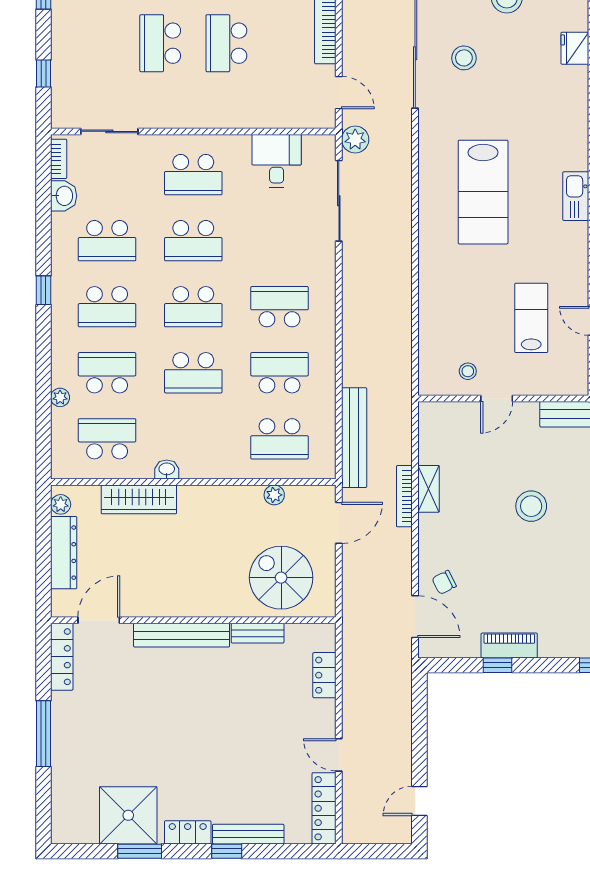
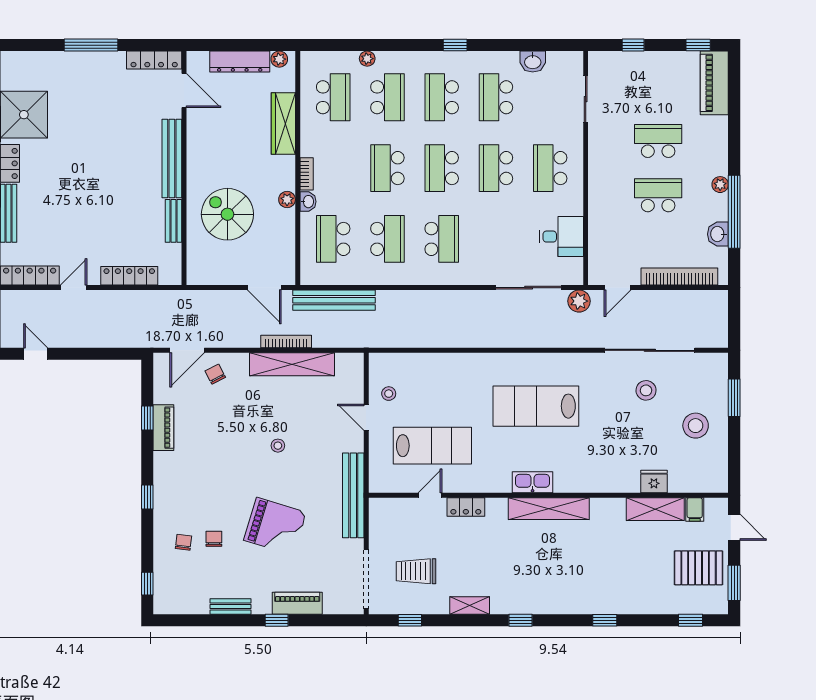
bookcase: (59, 159) -> (307, 174), moved, turned -90
lab bench: (531, 318) -> (432, 446), width x1.36, depth x1.39
washbasin: (167, 469) -> (308, 202), moved
shelving: (429, 489) -> (292, 364), width x2.20, depth x1.33
plant: (274, 495) -> (287, 200), moved
stool: (531, 506) -> (278, 446), width x0.53, depth x0.53
spiral stairs: (281, 578) -> (227, 214), moved, turned -90
locker: (324, 675) -> (129, 276), width x1.53

